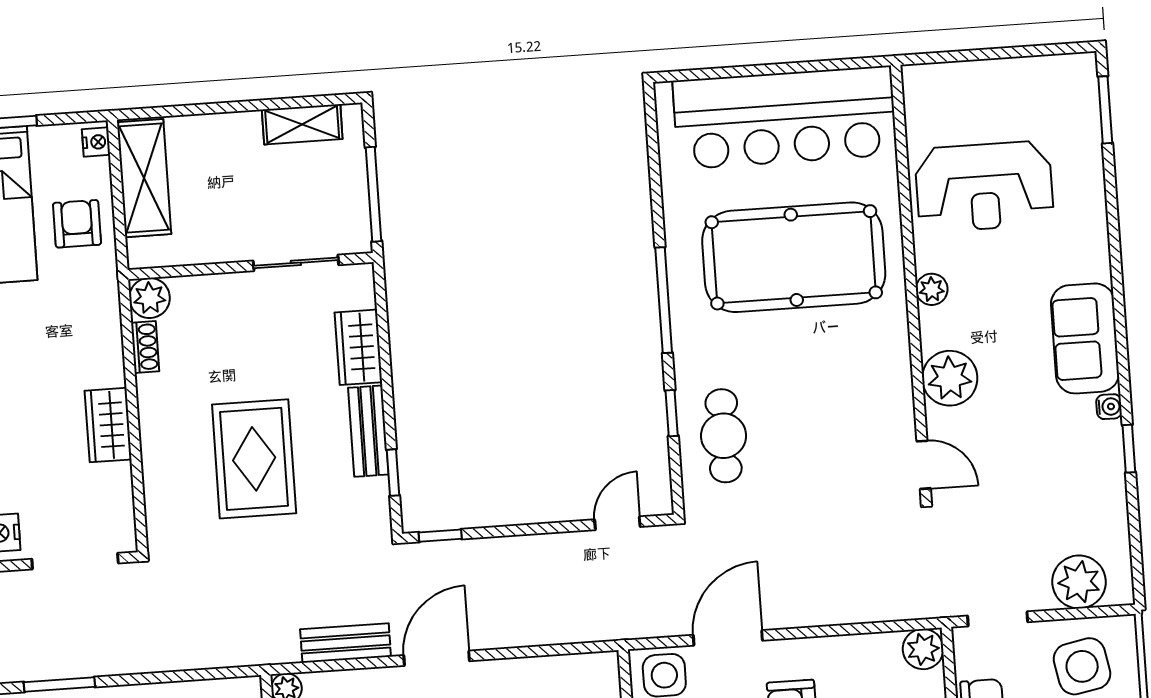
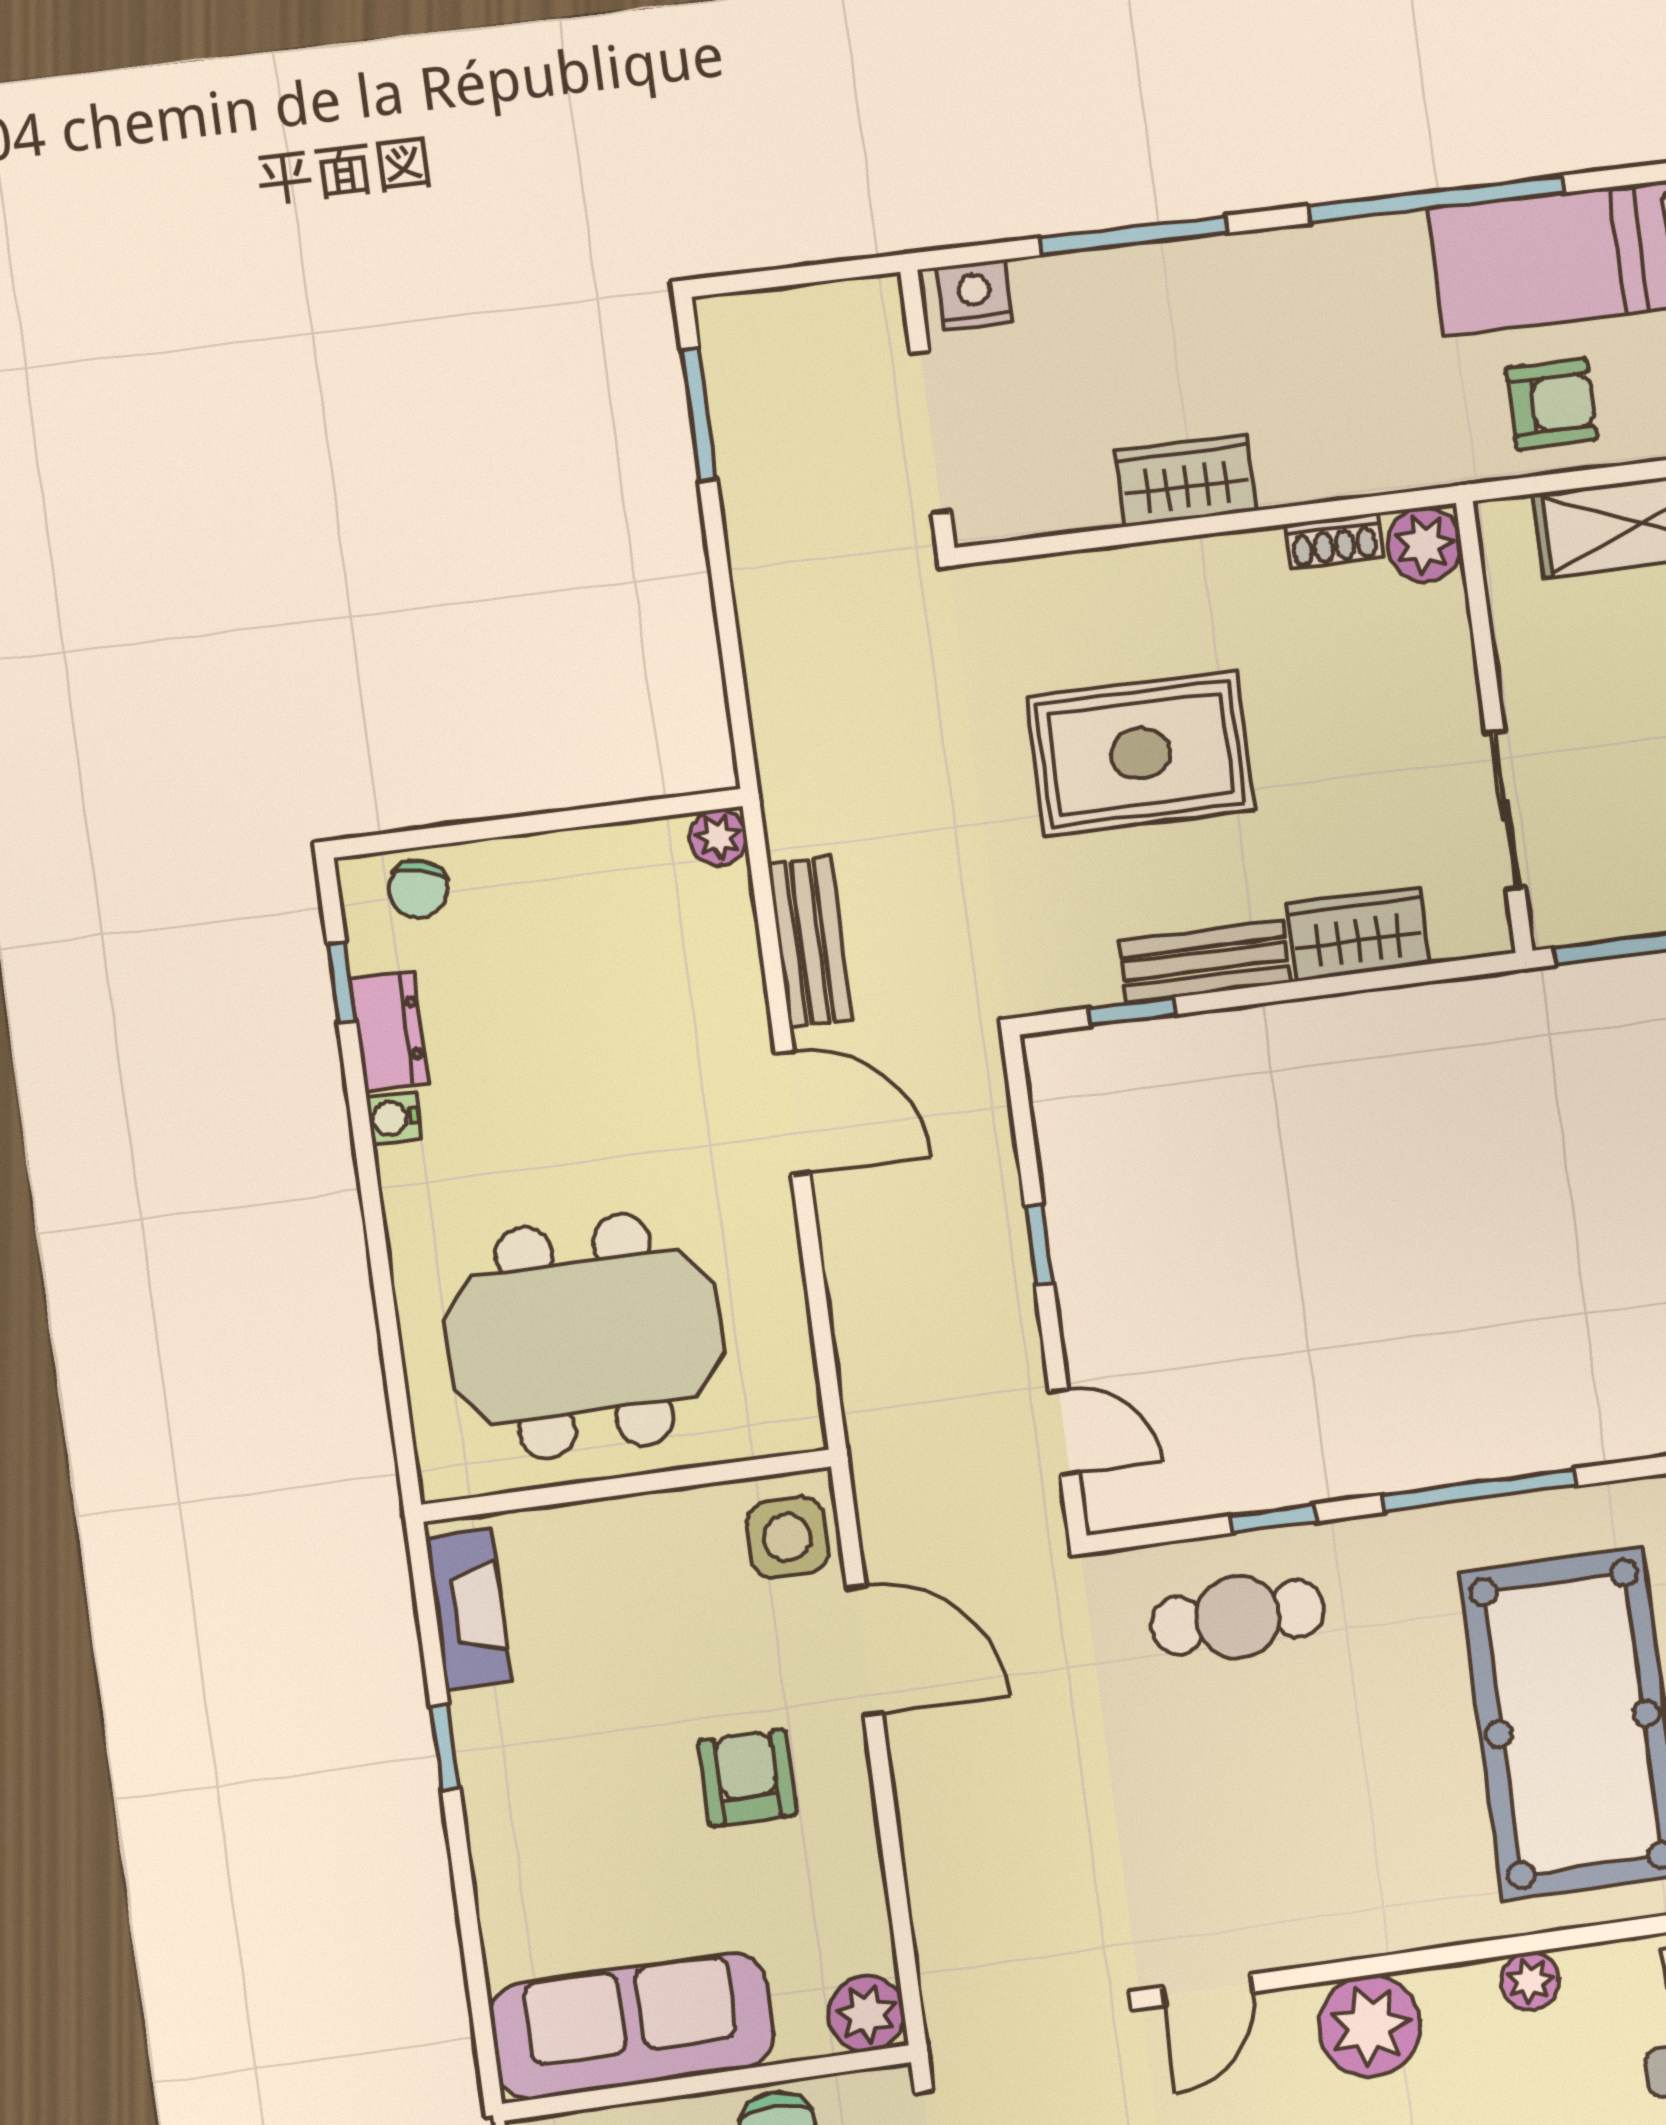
window: (440, 536) -> (1039, 1245), moved

